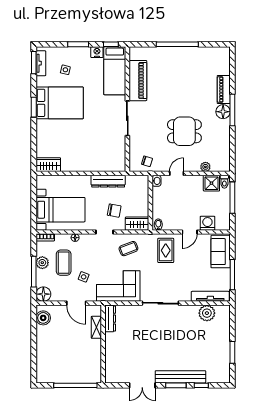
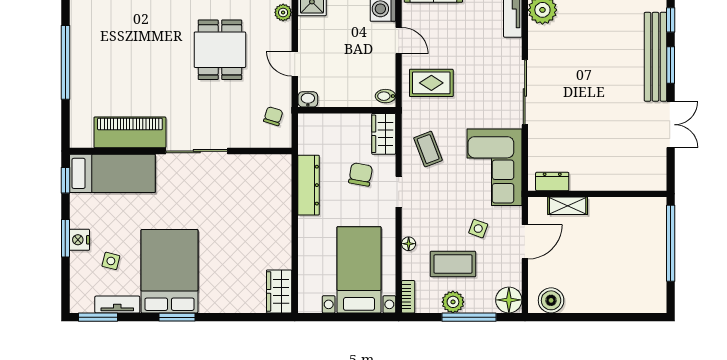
nightstand: (97, 52) -> (79, 240), moved
tv unit: (41, 63) -> (117, 305), moved
dresser: (110, 319) -> (552, 181), width x0.70

